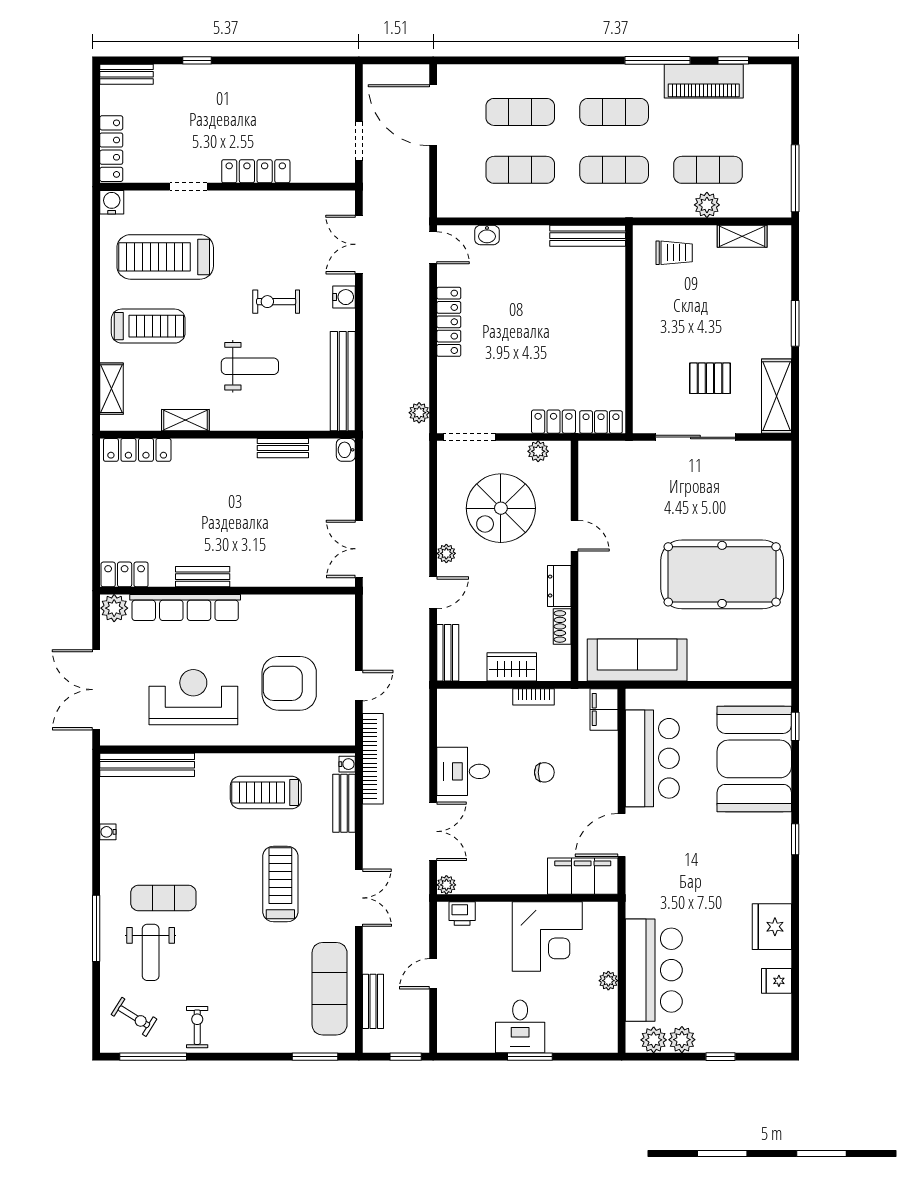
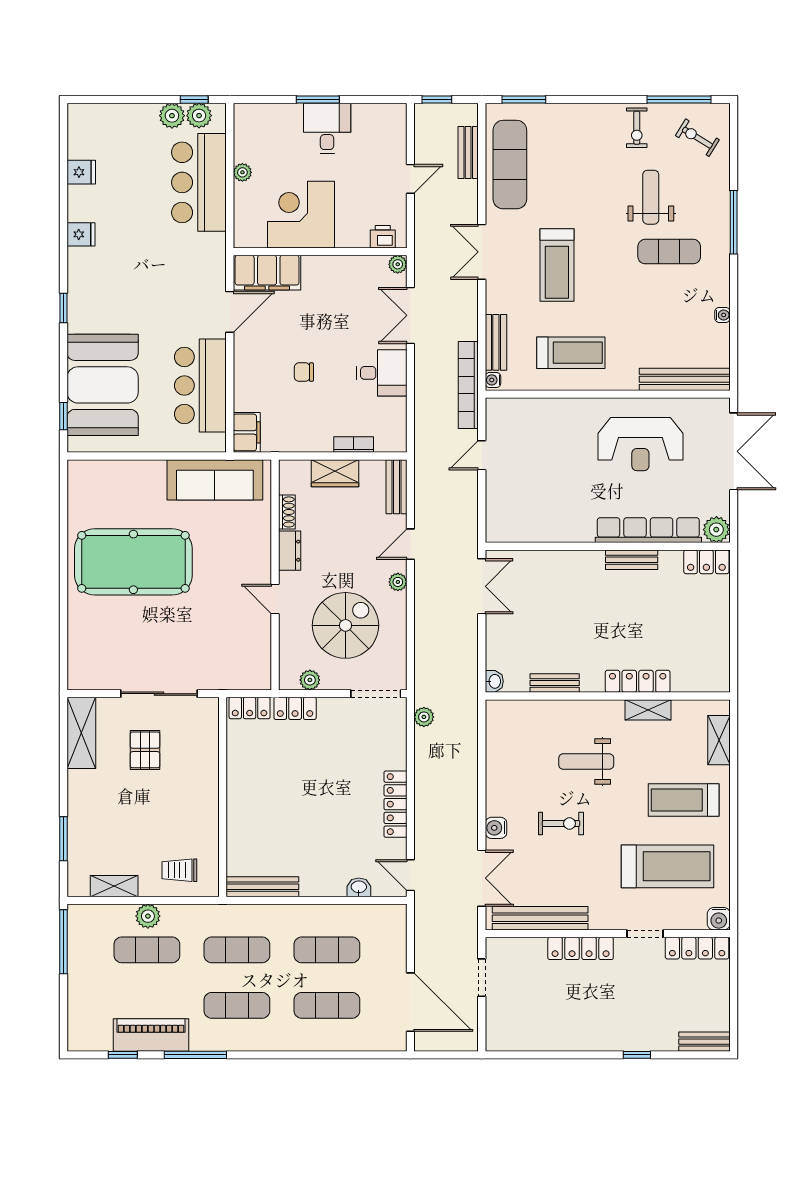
locker: (111, 149) -> (697, 948), moved, turned -90
window: (795, 323) -> (63, 839), moved
pallet: (710, 378) -> (145, 750), turned 90
bench: (343, 381) -> (540, 918), moved, turned 90
locker: (137, 450) -> (638, 681), moved
armchair: (289, 683) -> (548, 457), removed
bookcase: (534, 697) -> (354, 444), moved
fridge: (772, 927) -> (81, 234), width x0.53, depth x0.75
weight bench: (151, 952) -> (651, 197), moved
window: (721, 1057) -> (194, 99), moved

